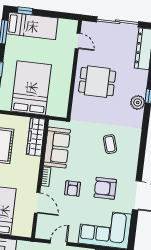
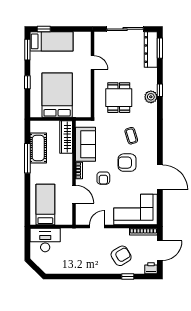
door: (78, 41) -> (93, 62), moved
dining table: (97, 82) -> (119, 98), moved, turned 90
armchair: (105, 188) -> (127, 163), moved

